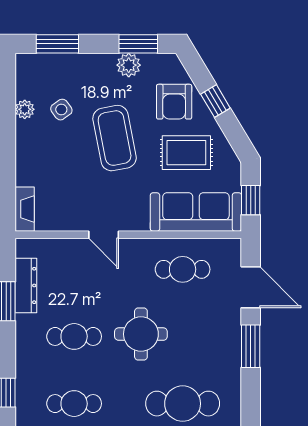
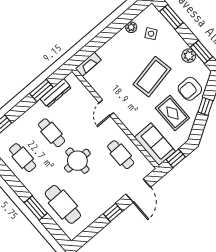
side table: (61, 110) -> (151, 34), moved
sofa: (196, 212) -> (155, 144), width x0.73
window: (251, 346) -> (113, 212), width x0.67

